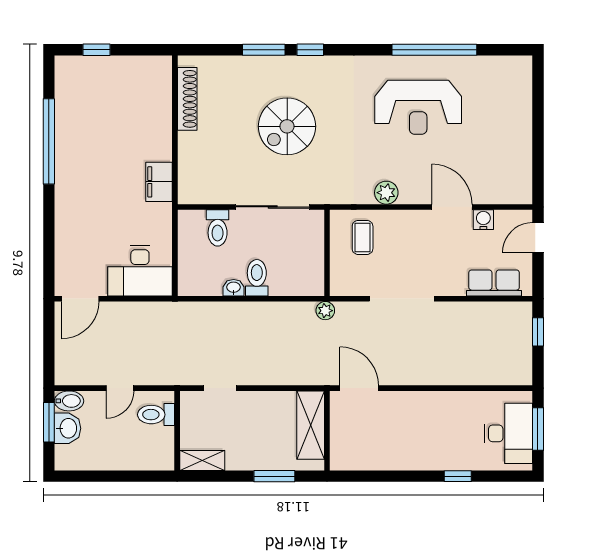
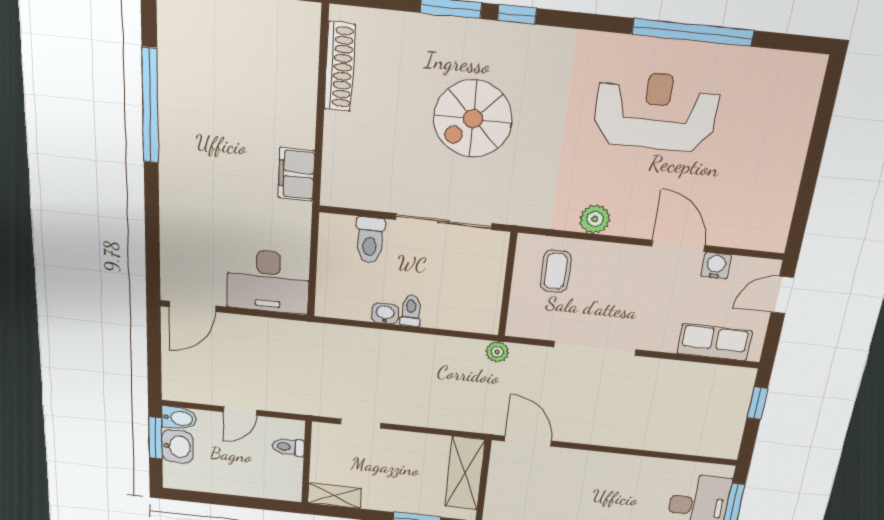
reception desk: (418, 107) -> (656, 111), turned 180
toilet: (257, 278) -> (411, 311), width x0.73, depth x0.72
toilet: (156, 415) -> (288, 447), width x0.73, depth x0.72

